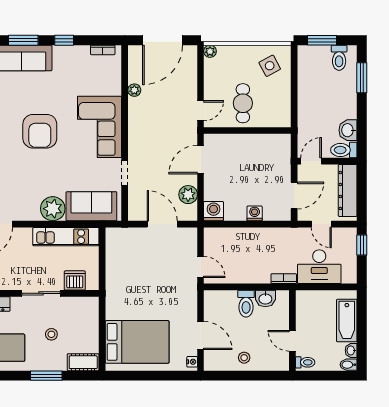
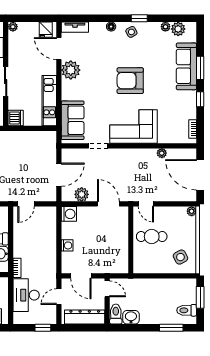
plant: (53, 209) -> (71, 70), moved
dishwasher: (75, 280) -> (16, 118), moved

